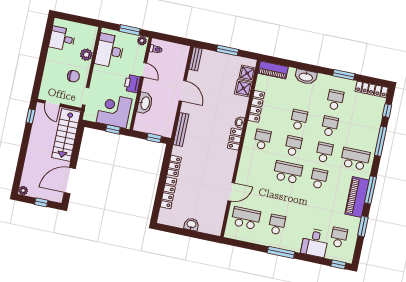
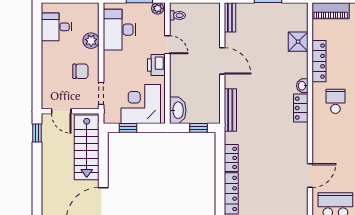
shower: (247, 73) -> (299, 22), removed
washbasin: (145, 103) -> (178, 110), moved
window: (113, 129) -> (128, 128), moved

